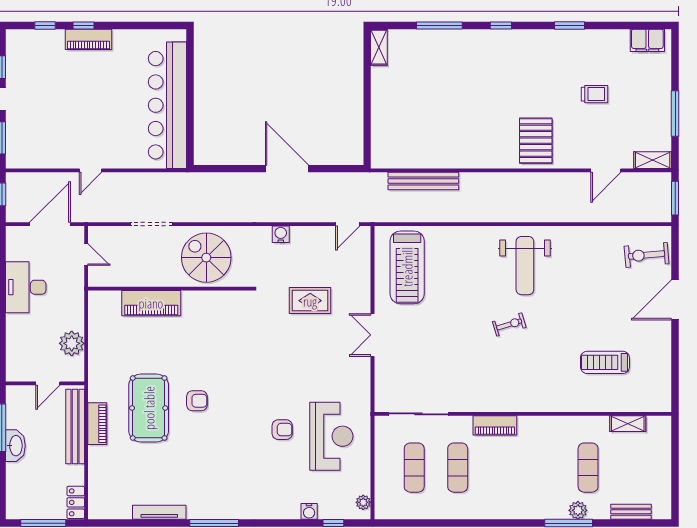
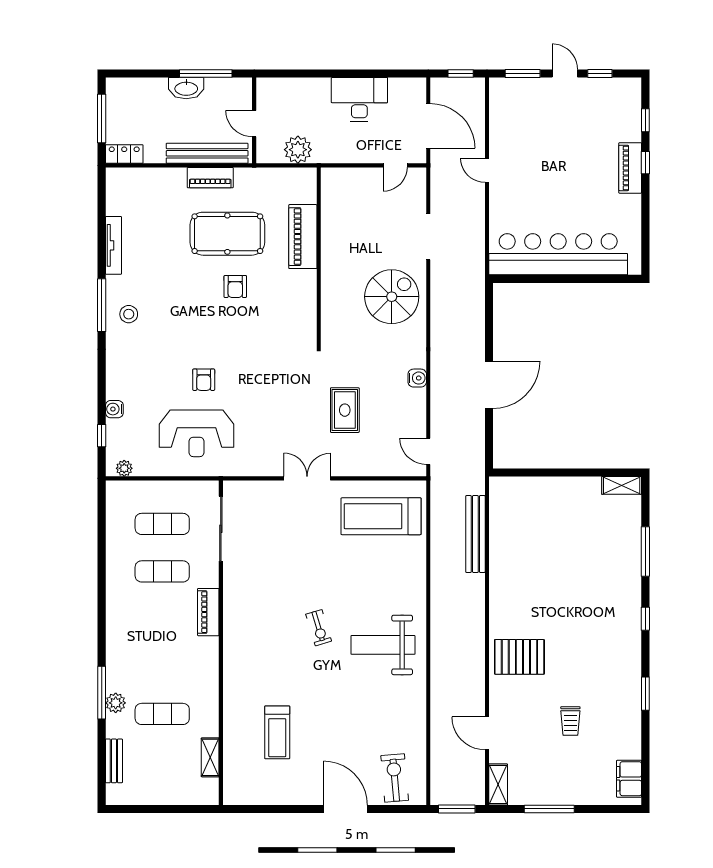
wall: (170, 289) -> (319, 257), moved
piano: (151, 303) -> (303, 237), moved
treadmill: (605, 362) -> (277, 732), turned 180
stool: (222, 498) -> (129, 314), added

